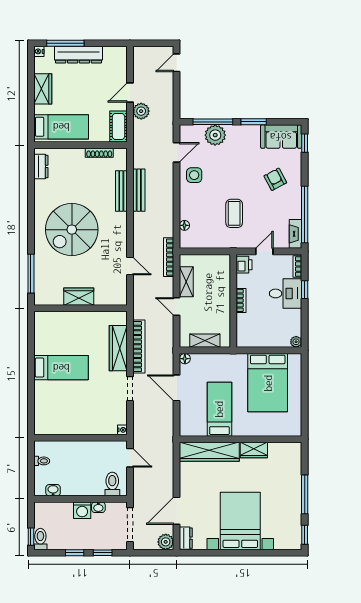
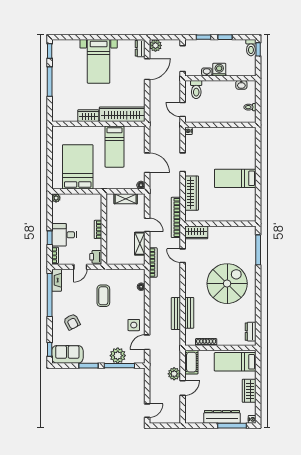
wardrobe: (79, 297) -> (196, 232), moved
bookcase: (139, 347) -> (176, 217), moved
bed with nightstands: (240, 521) -> (99, 61), width x0.73

